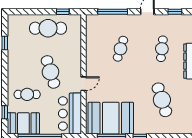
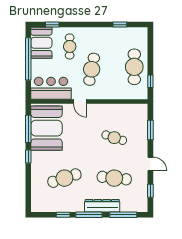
window: (113, 12) -> (150, 130), width x0.69
cafe table: (162, 49) -> (114, 178), width x1.37, depth x1.35
cafe table: (50, 72) -> (92, 69), turned -62

